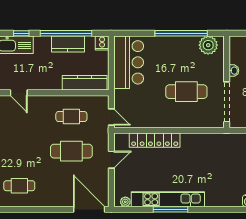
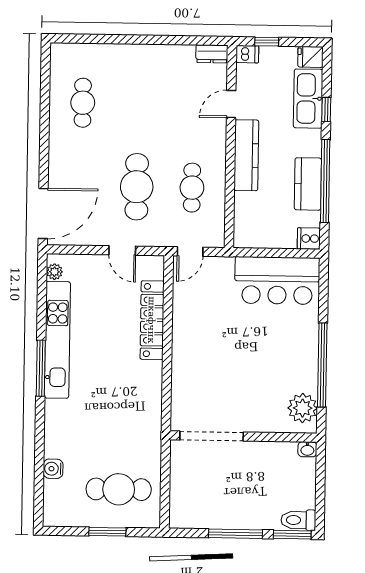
washbasin: (234, 71) -> (307, 449), moved
kitchen counter: (85, 83) -> (246, 155), moved
cafe table: (186, 92) -> (229, 372), removed
window: (170, 209) -> (41, 368), moved

